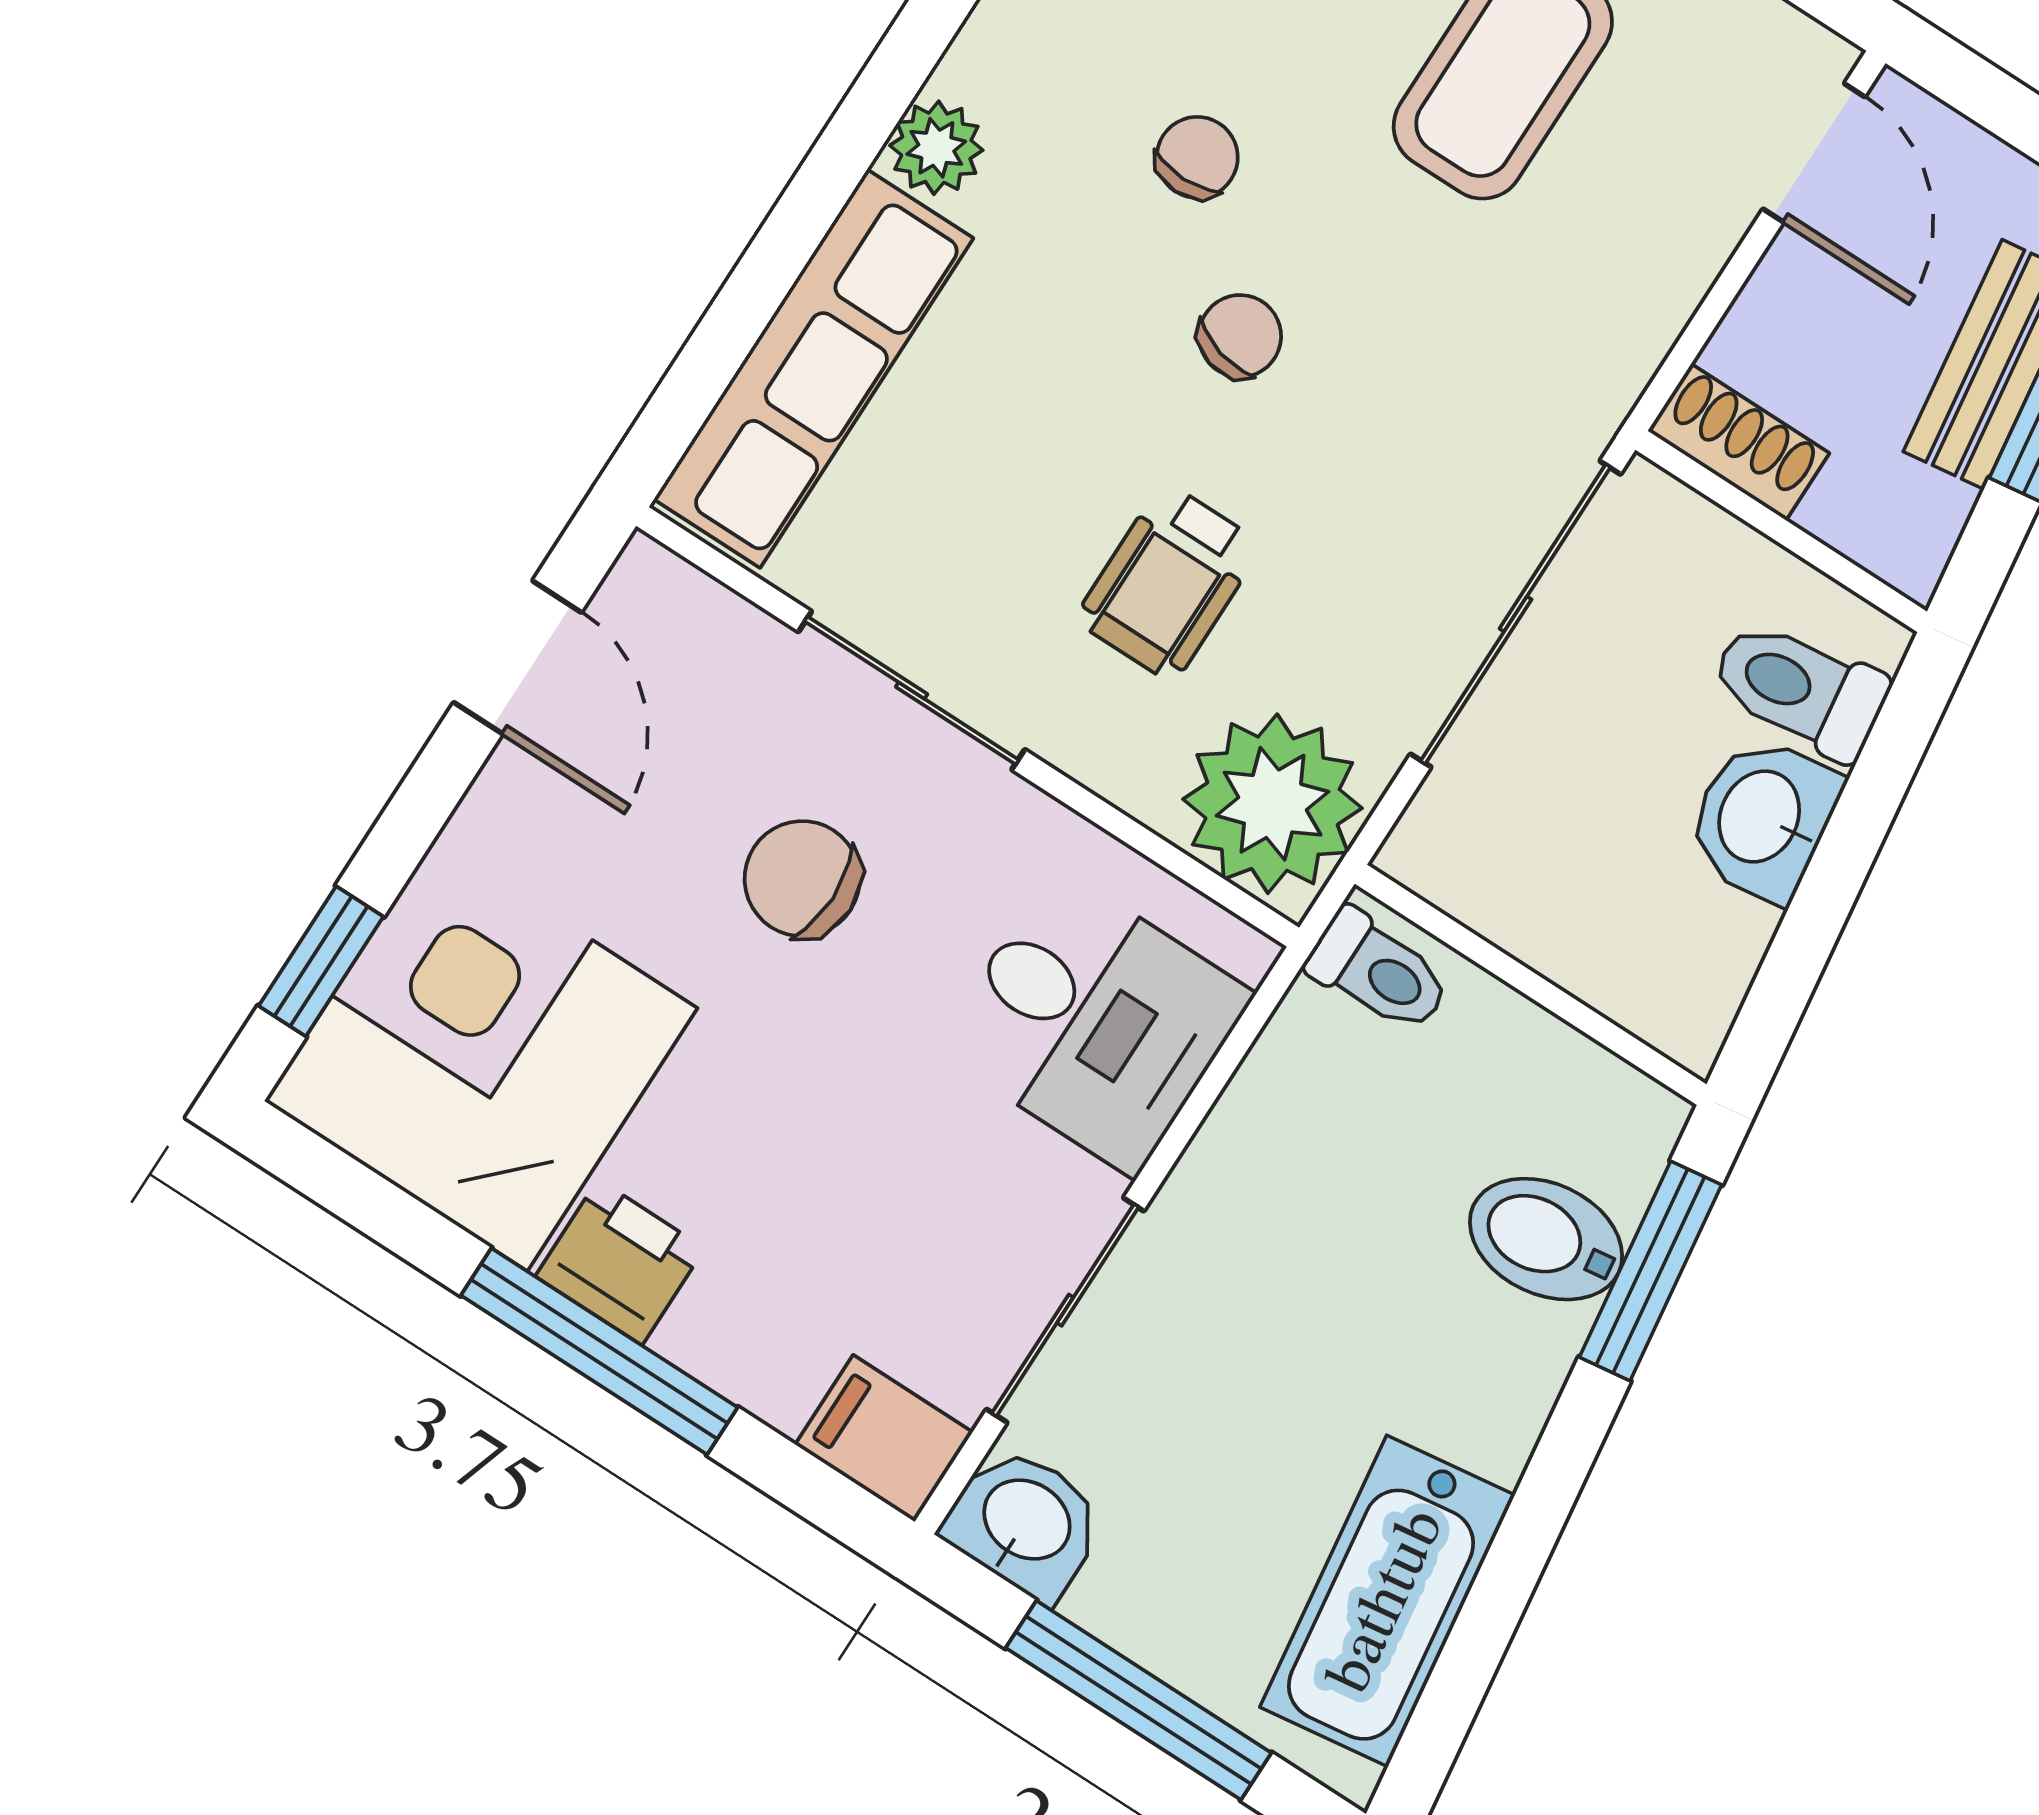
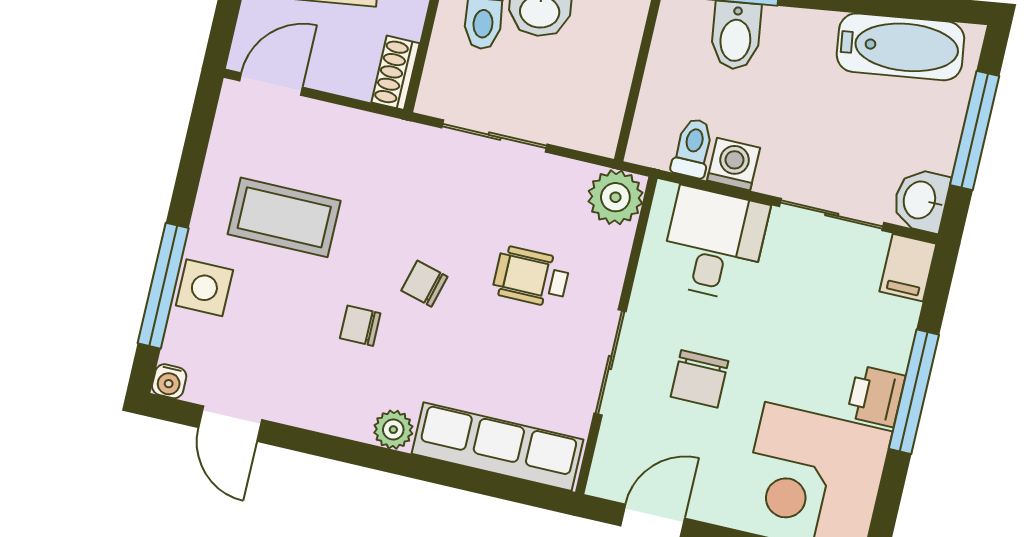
wheelchair: (1169, 582) -> (531, 277), turned 180
sliding door: (1516, 614) -> (495, 136), width x0.73
plant: (1273, 804) -> (615, 197), width x0.73, depth x0.73
toilet: (1379, 972) -> (693, 148), moved
washing machine: (1258, 1130) -> (734, 164), added

